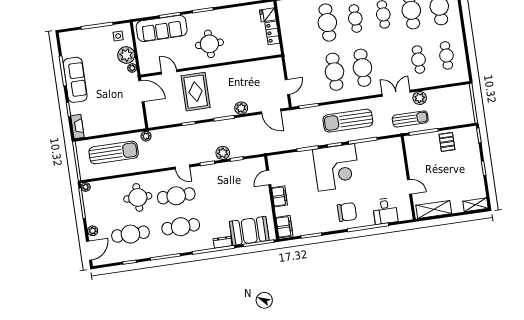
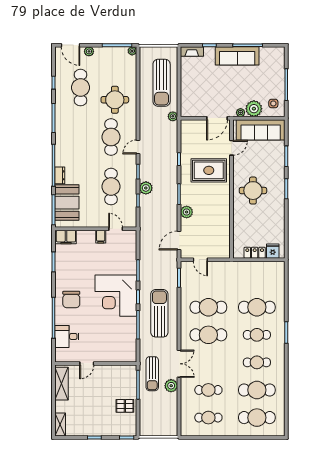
sofa: (162, 28) -> (261, 130), moved, turned -90
filing cabinet: (279, 196) -> (101, 237), width x0.50
cafe table: (181, 227) -> (111, 187), moved

